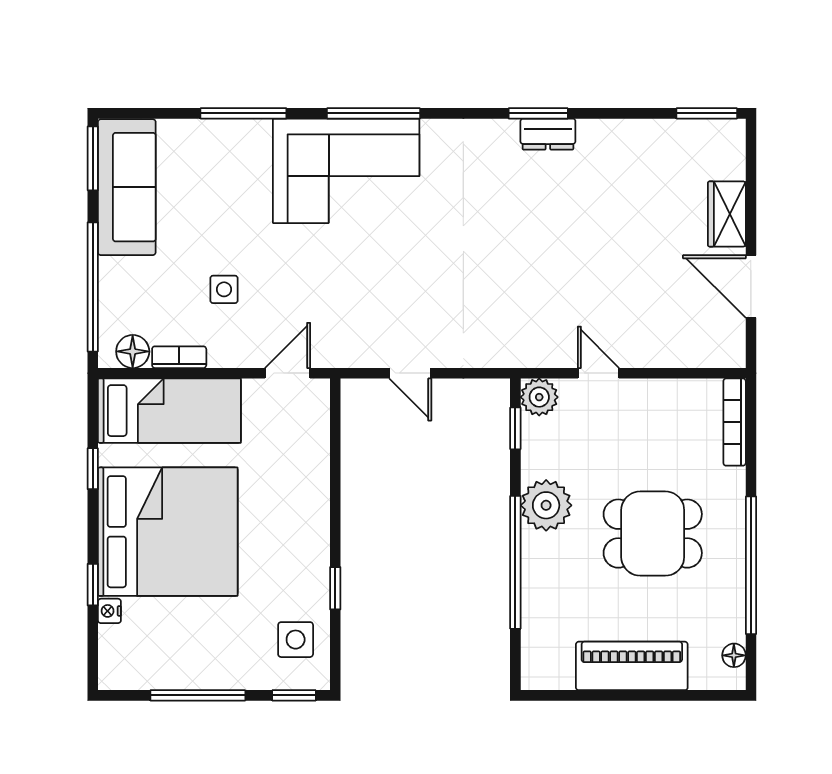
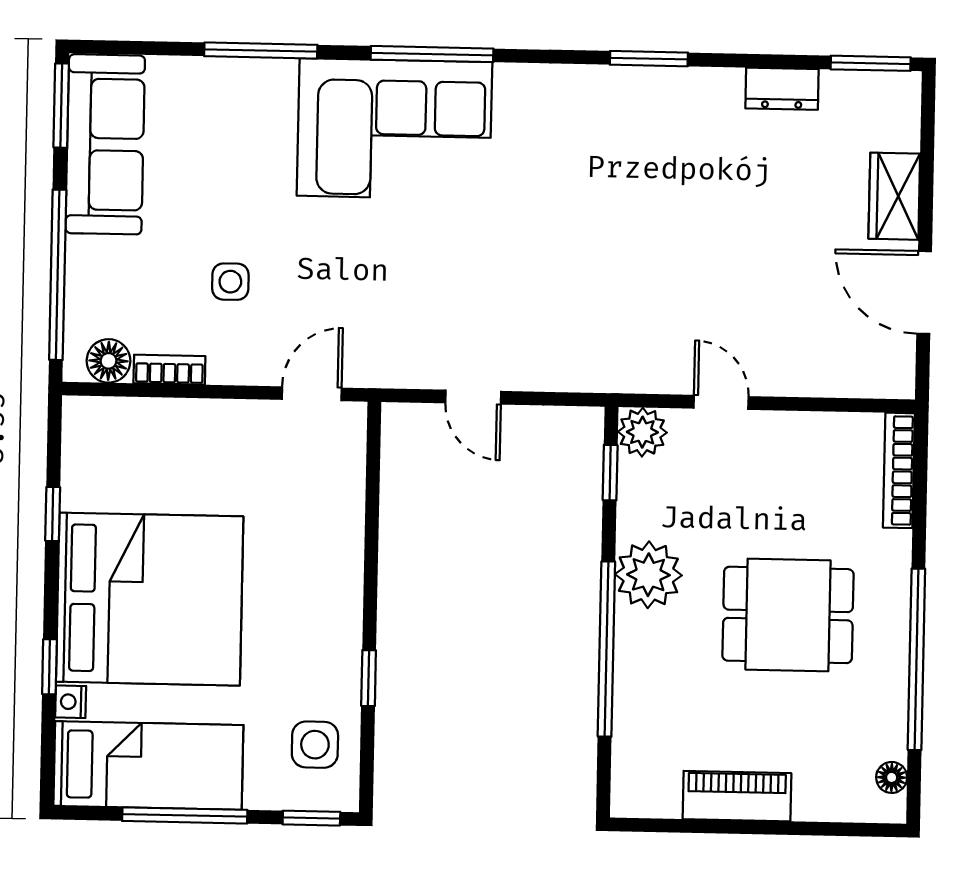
dresser: (548, 134) -> (782, 89), moved
bed: (169, 411) -> (148, 765), moved
piano: (632, 666) -> (737, 796), width x0.73, depth x0.75

